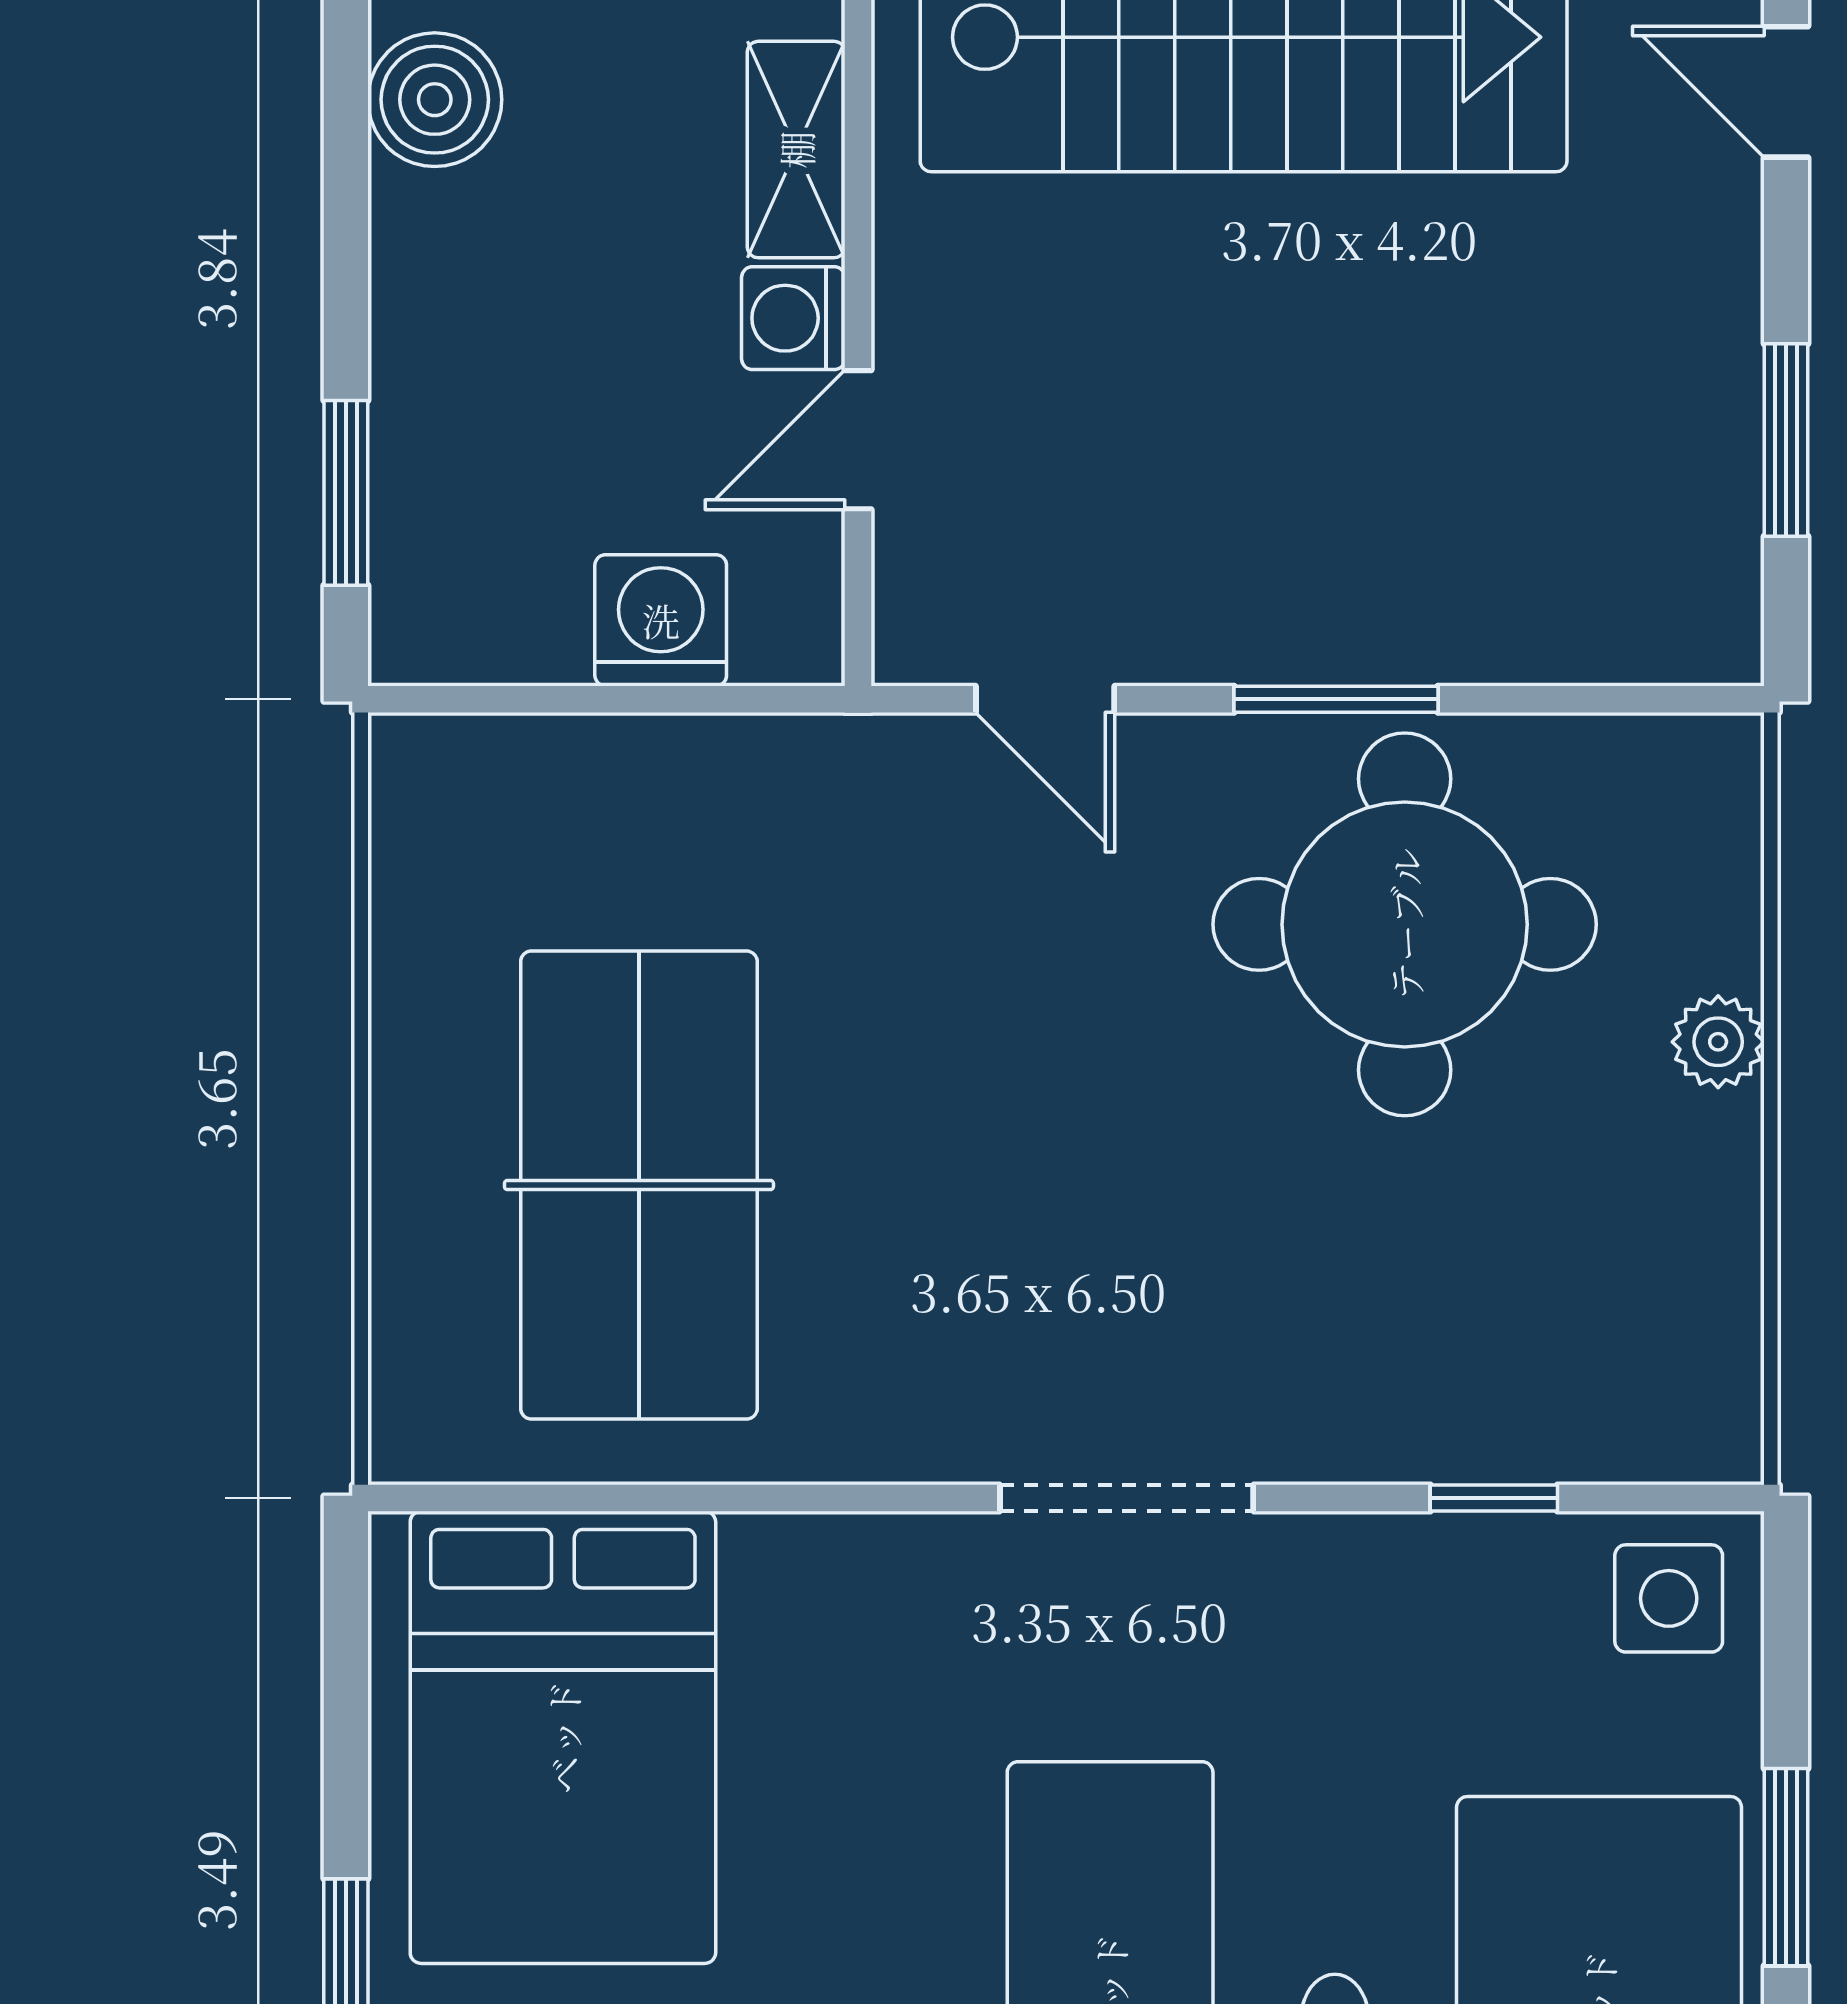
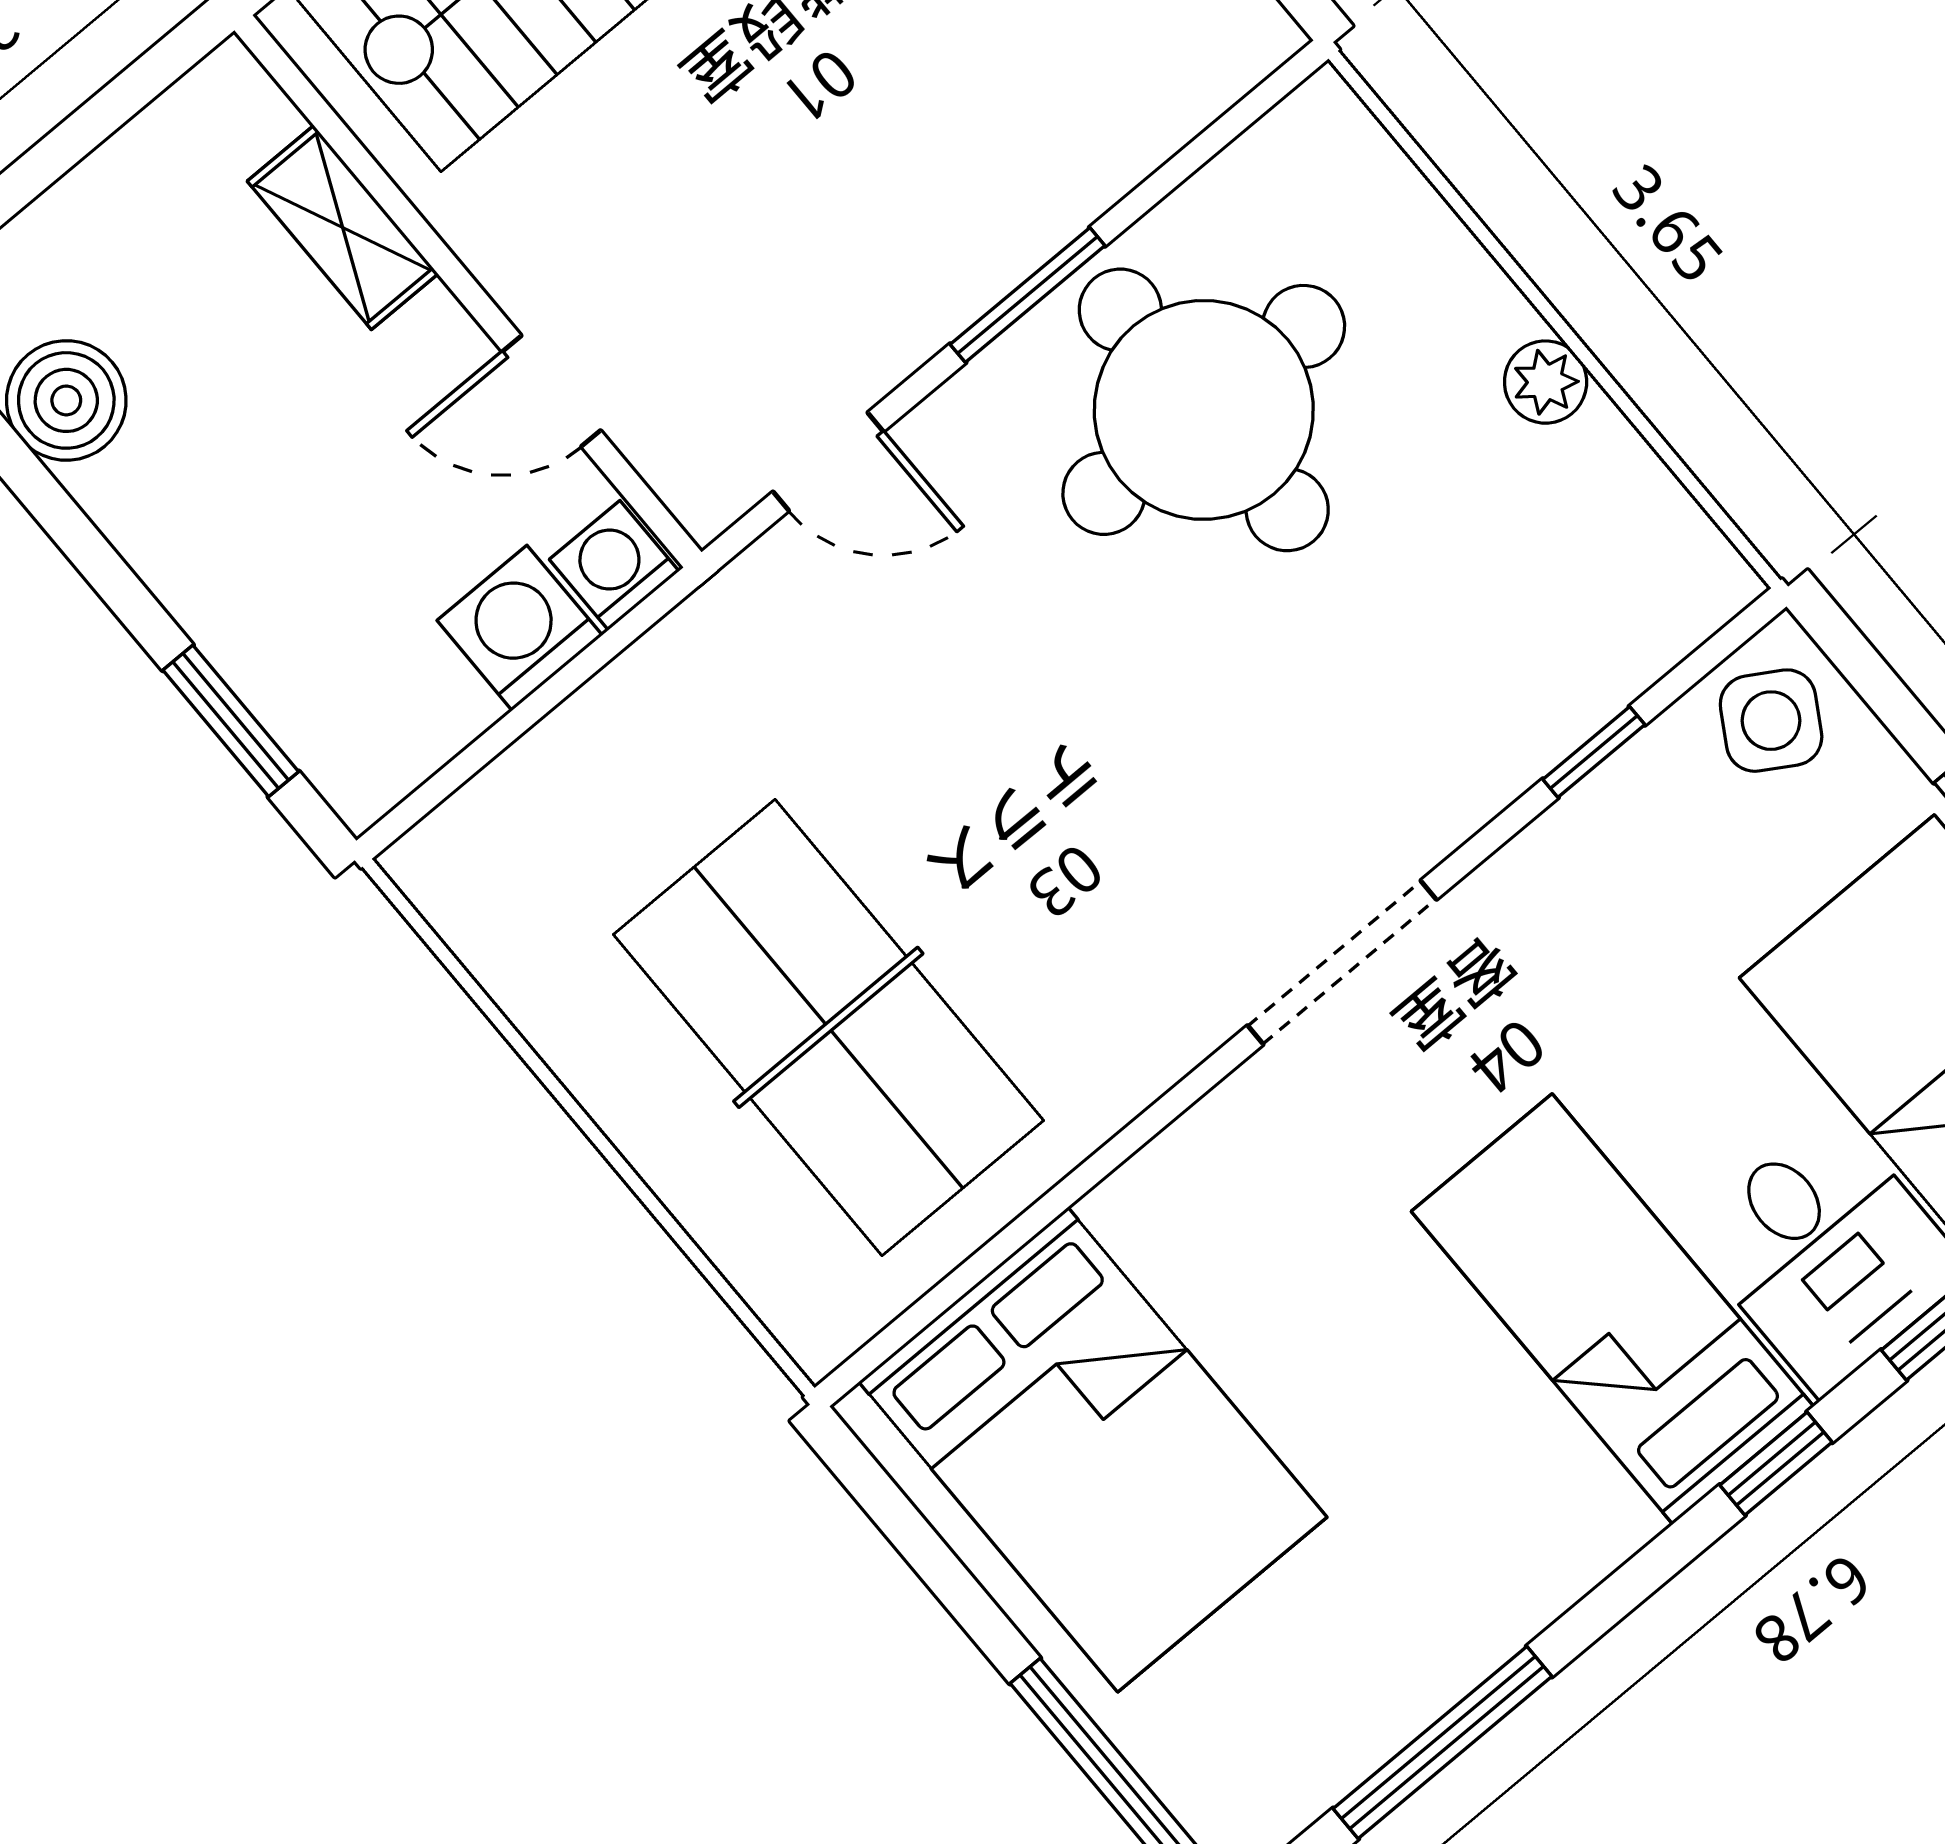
washing machine: (793, 318) -> (614, 565), moved, turned 90
door: (858, 440) -> (551, 391), hinge flipped
plant: (1718, 1042) -> (1546, 382), moved
side table: (1669, 1598) -> (1771, 721), turned 31

